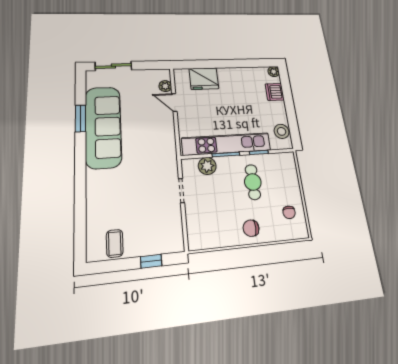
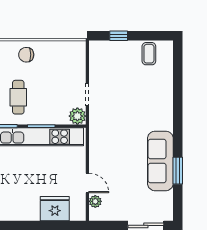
sofa: (103, 127) -> (160, 161), width x0.74, depth x0.79
plant: (207, 166) -> (77, 116), moved
chair: (251, 228) -> (26, 55), turned 180

